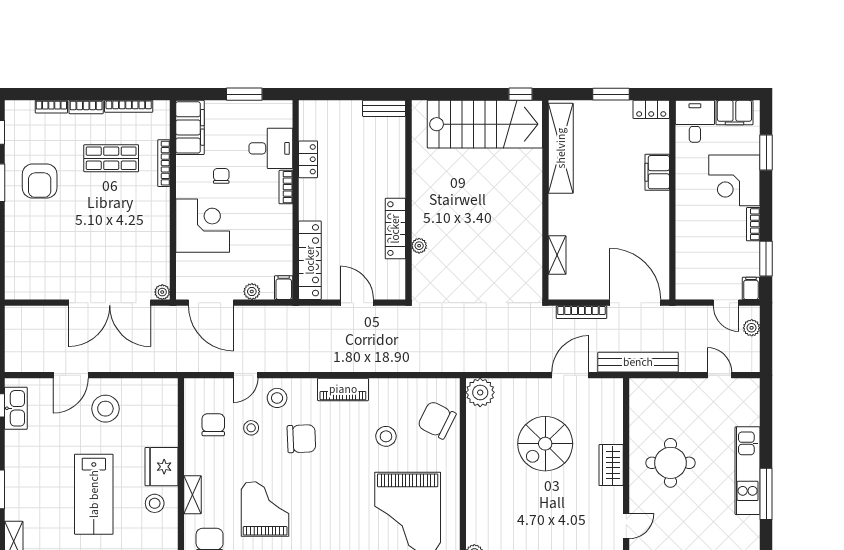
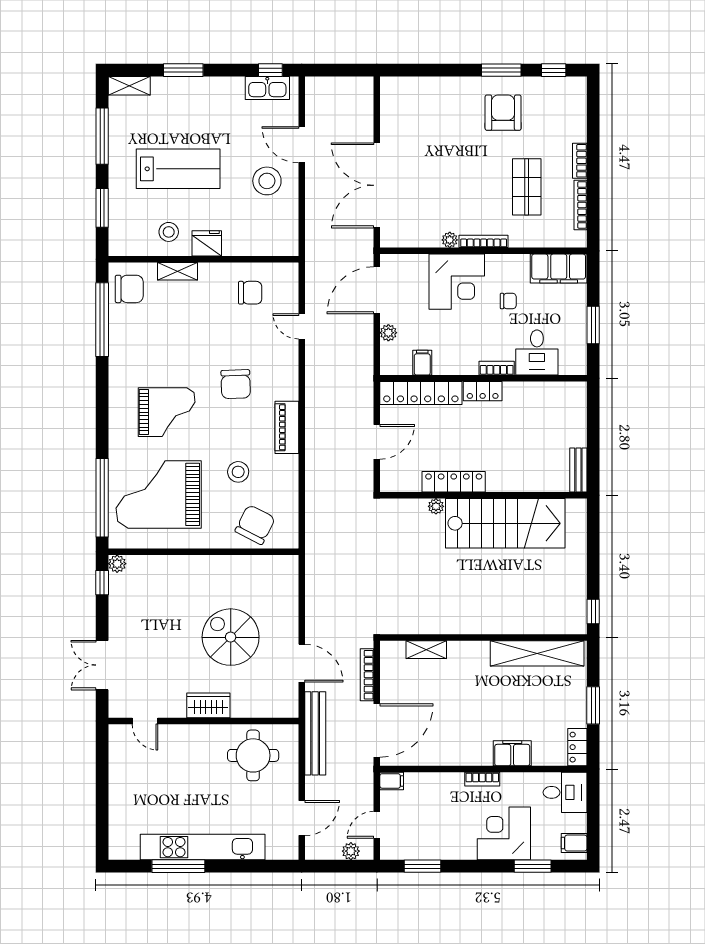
bookcase: (51, 107) -> (580, 125), removed
filing cabinet: (734, 113) -> (574, 843), width x0.50
stairs: (485, 124) -> (505, 523), moved, turned -90
locker: (308, 159) -> (483, 391), moved
bookcase: (164, 163) -> (484, 241), moved
armchair: (40, 181) -> (503, 113), turned 90
bookcase: (753, 224) -> (482, 779), moved, turned 180
filing cabinet: (284, 288) -> (422, 363), moved, turned -90
filing cabinet: (751, 288) -> (392, 781), moved
plant: (162, 292) -> (450, 240), moved
door: (720, 375) -> (302, 818), width x1.38
plant: (480, 392) -> (284, 570), removed
stool: (277, 398) -> (278, 359), removed
stool: (251, 428) -> (247, 332), removed
round table: (670, 463) -> (253, 755), moved
fridge: (162, 467) -> (207, 243), width x0.73, depth x0.75
kitchen unit: (748, 471) -> (203, 847), width x1.36
lab bench: (94, 494) -> (178, 169), turned 180
grand piano: (265, 509) -> (167, 412), moved

